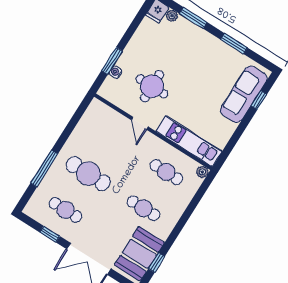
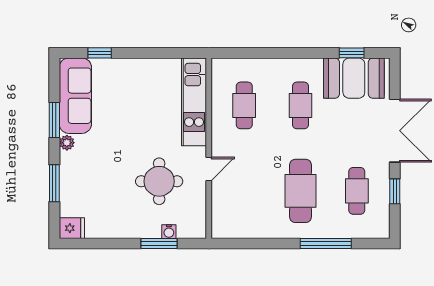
plant: (172, 16) -> (67, 143), moved
sofa: (244, 94) -> (75, 96), moved, turned -90
plant: (202, 172) -> (219, 66), removed

